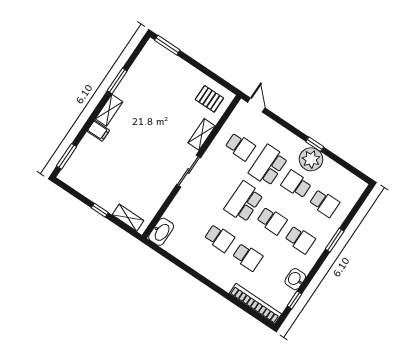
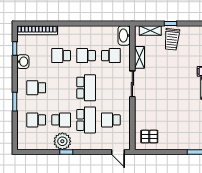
shelving: (202, 134) -> (139, 57), moved
trolley: (110, 191) -> (172, 39), added
school desk: (272, 221) -> (111, 56), moved, turned 180

